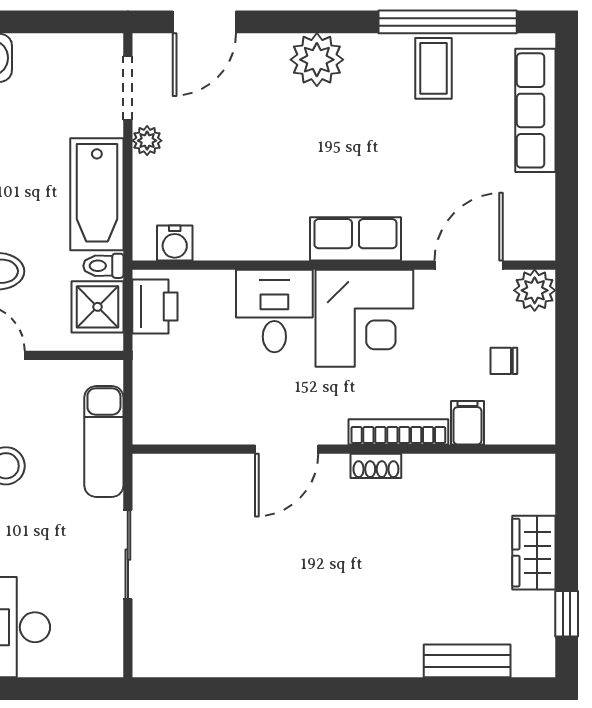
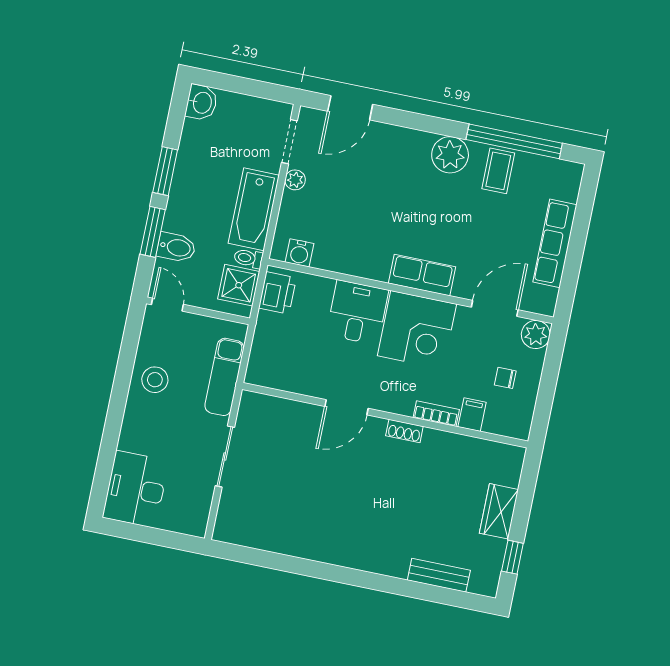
plant: (317, 60) -> (450, 155), moved
row of seats: (535, 110) -> (555, 243), moved
bookcase: (398, 432) -> (436, 414), width x0.64

